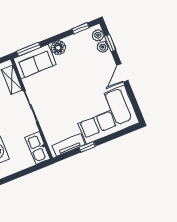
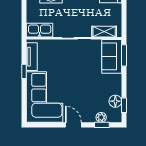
plant: (98, 35) -> (112, 117), removed
floor lamp: (58, 48) -> (115, 101), moved

